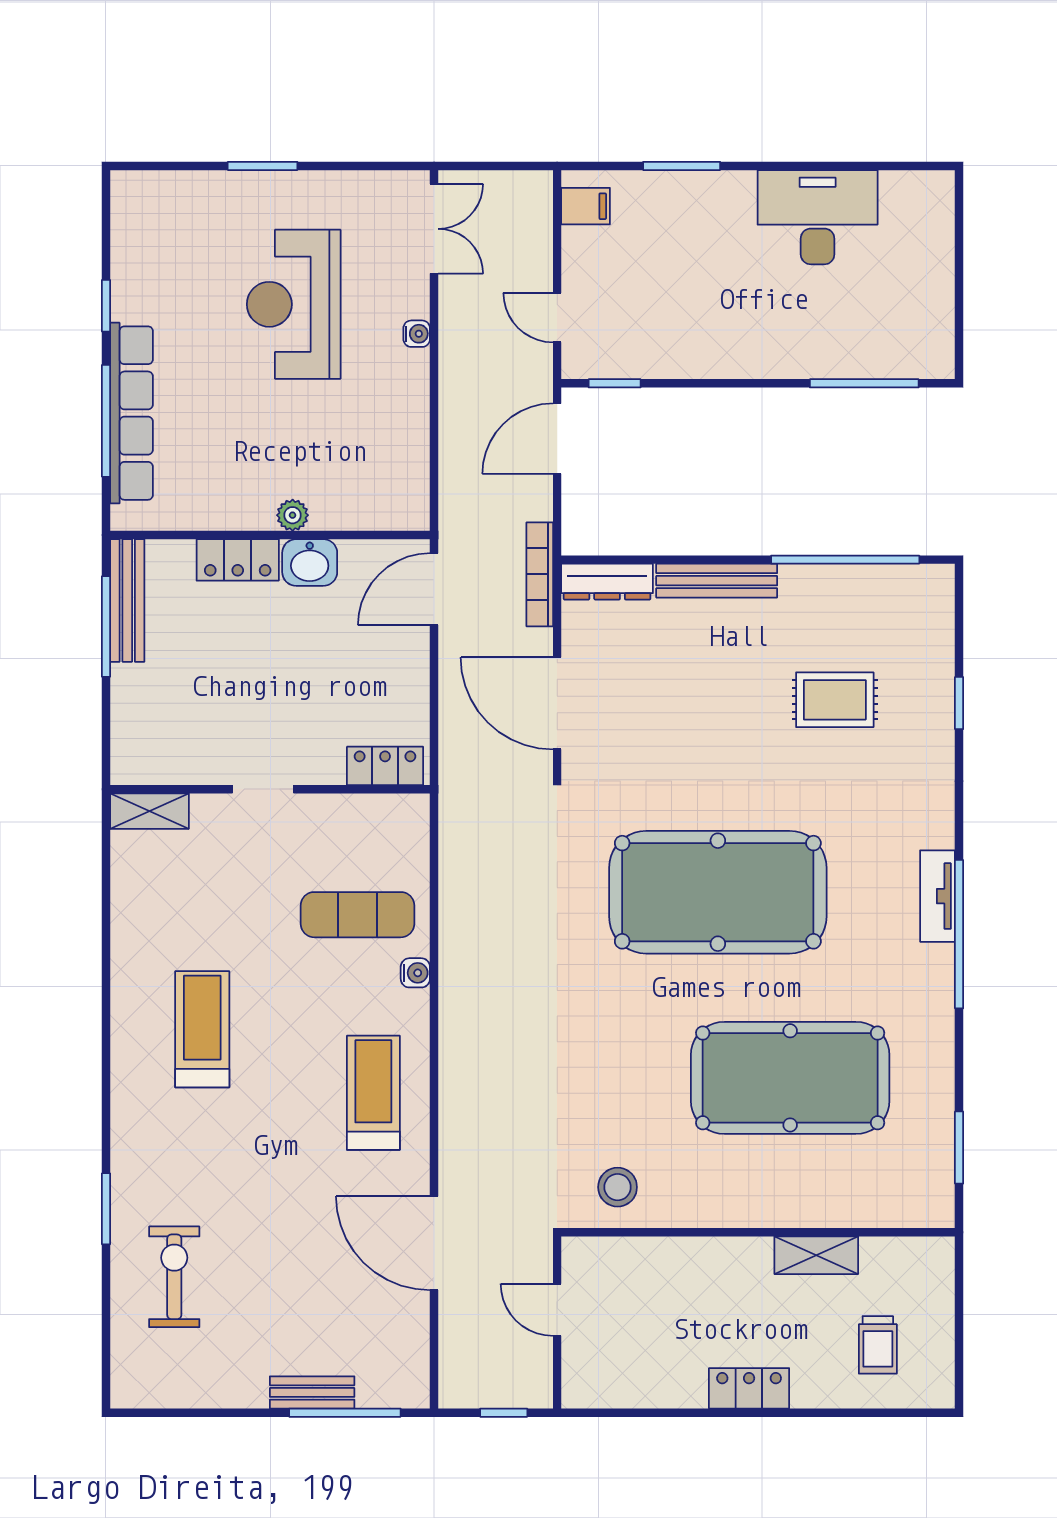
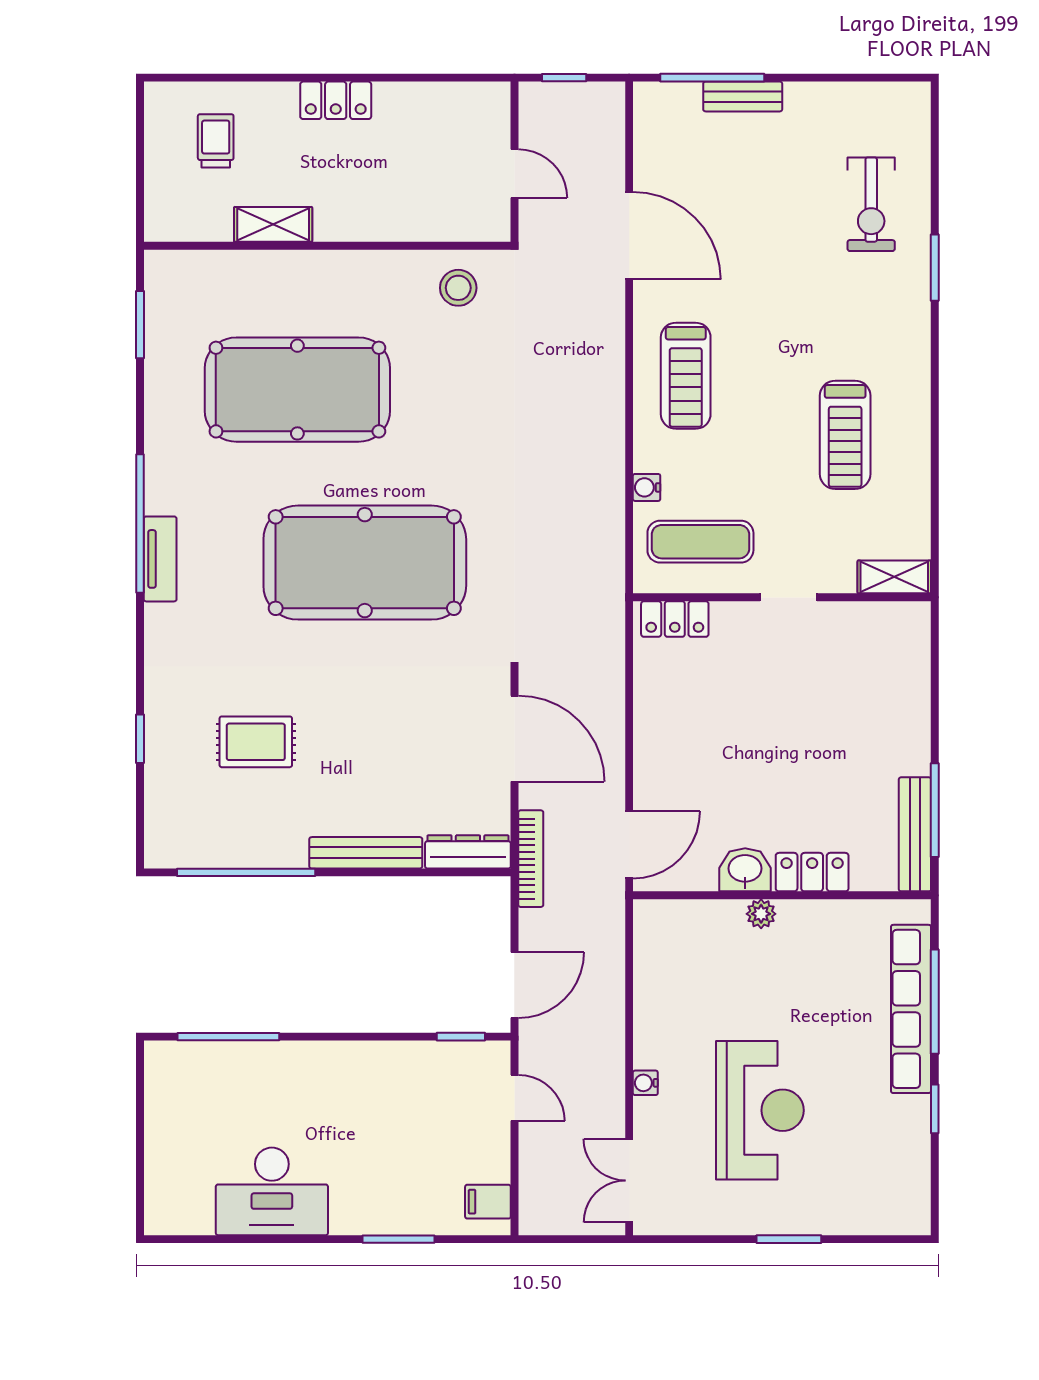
locker: (385, 766) -> (675, 619), moved
doorway: (263, 789) -> (788, 597), moved
wall: (270, 789) -> (782, 597), moved
shelving: (149, 811) -> (894, 577), moved

